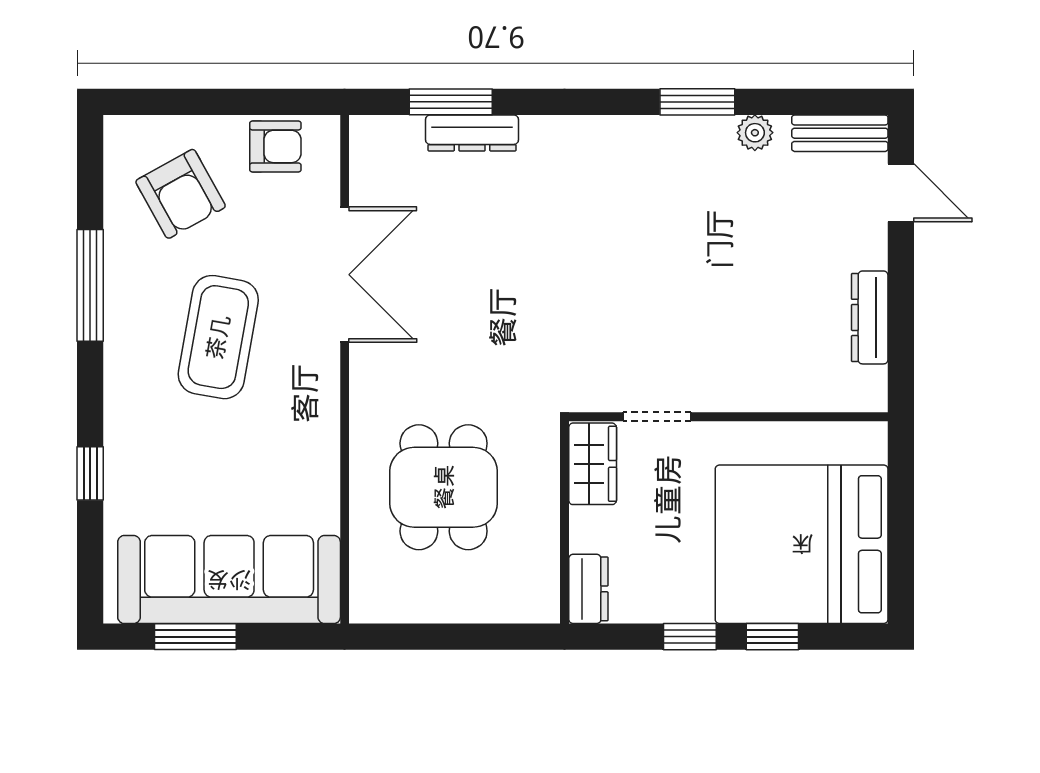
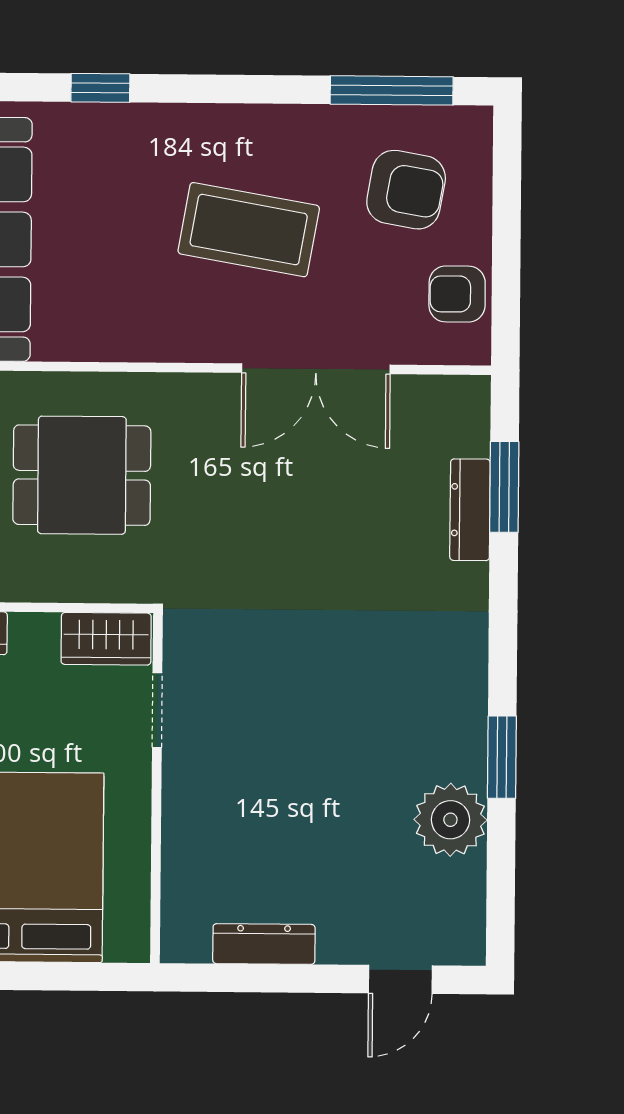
plant: (755, 133) -> (450, 820), width x1.88, depth x1.88
bench: (840, 133) -> (466, 913), removed
armchair: (275, 146) -> (457, 294), turned 90
armchair: (181, 194) -> (406, 190), turned -141
window: (90, 285) -> (392, 90), moved

